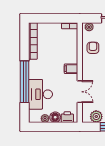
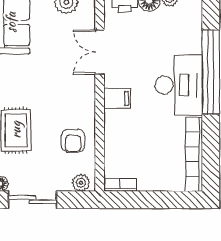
desk: (41, 94) -> (179, 85), moved

